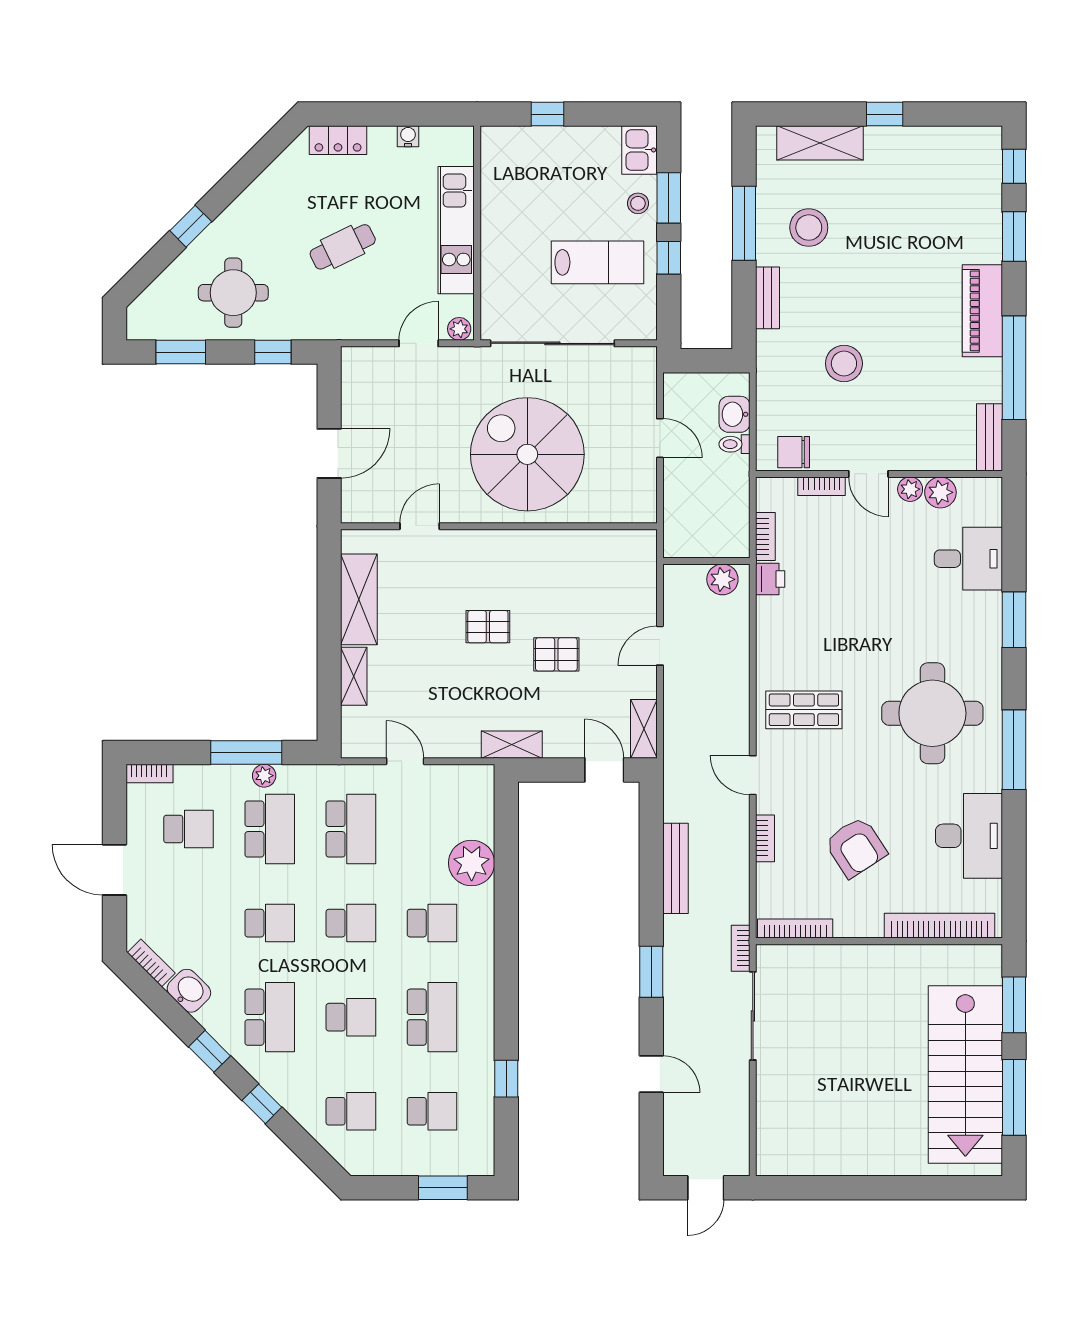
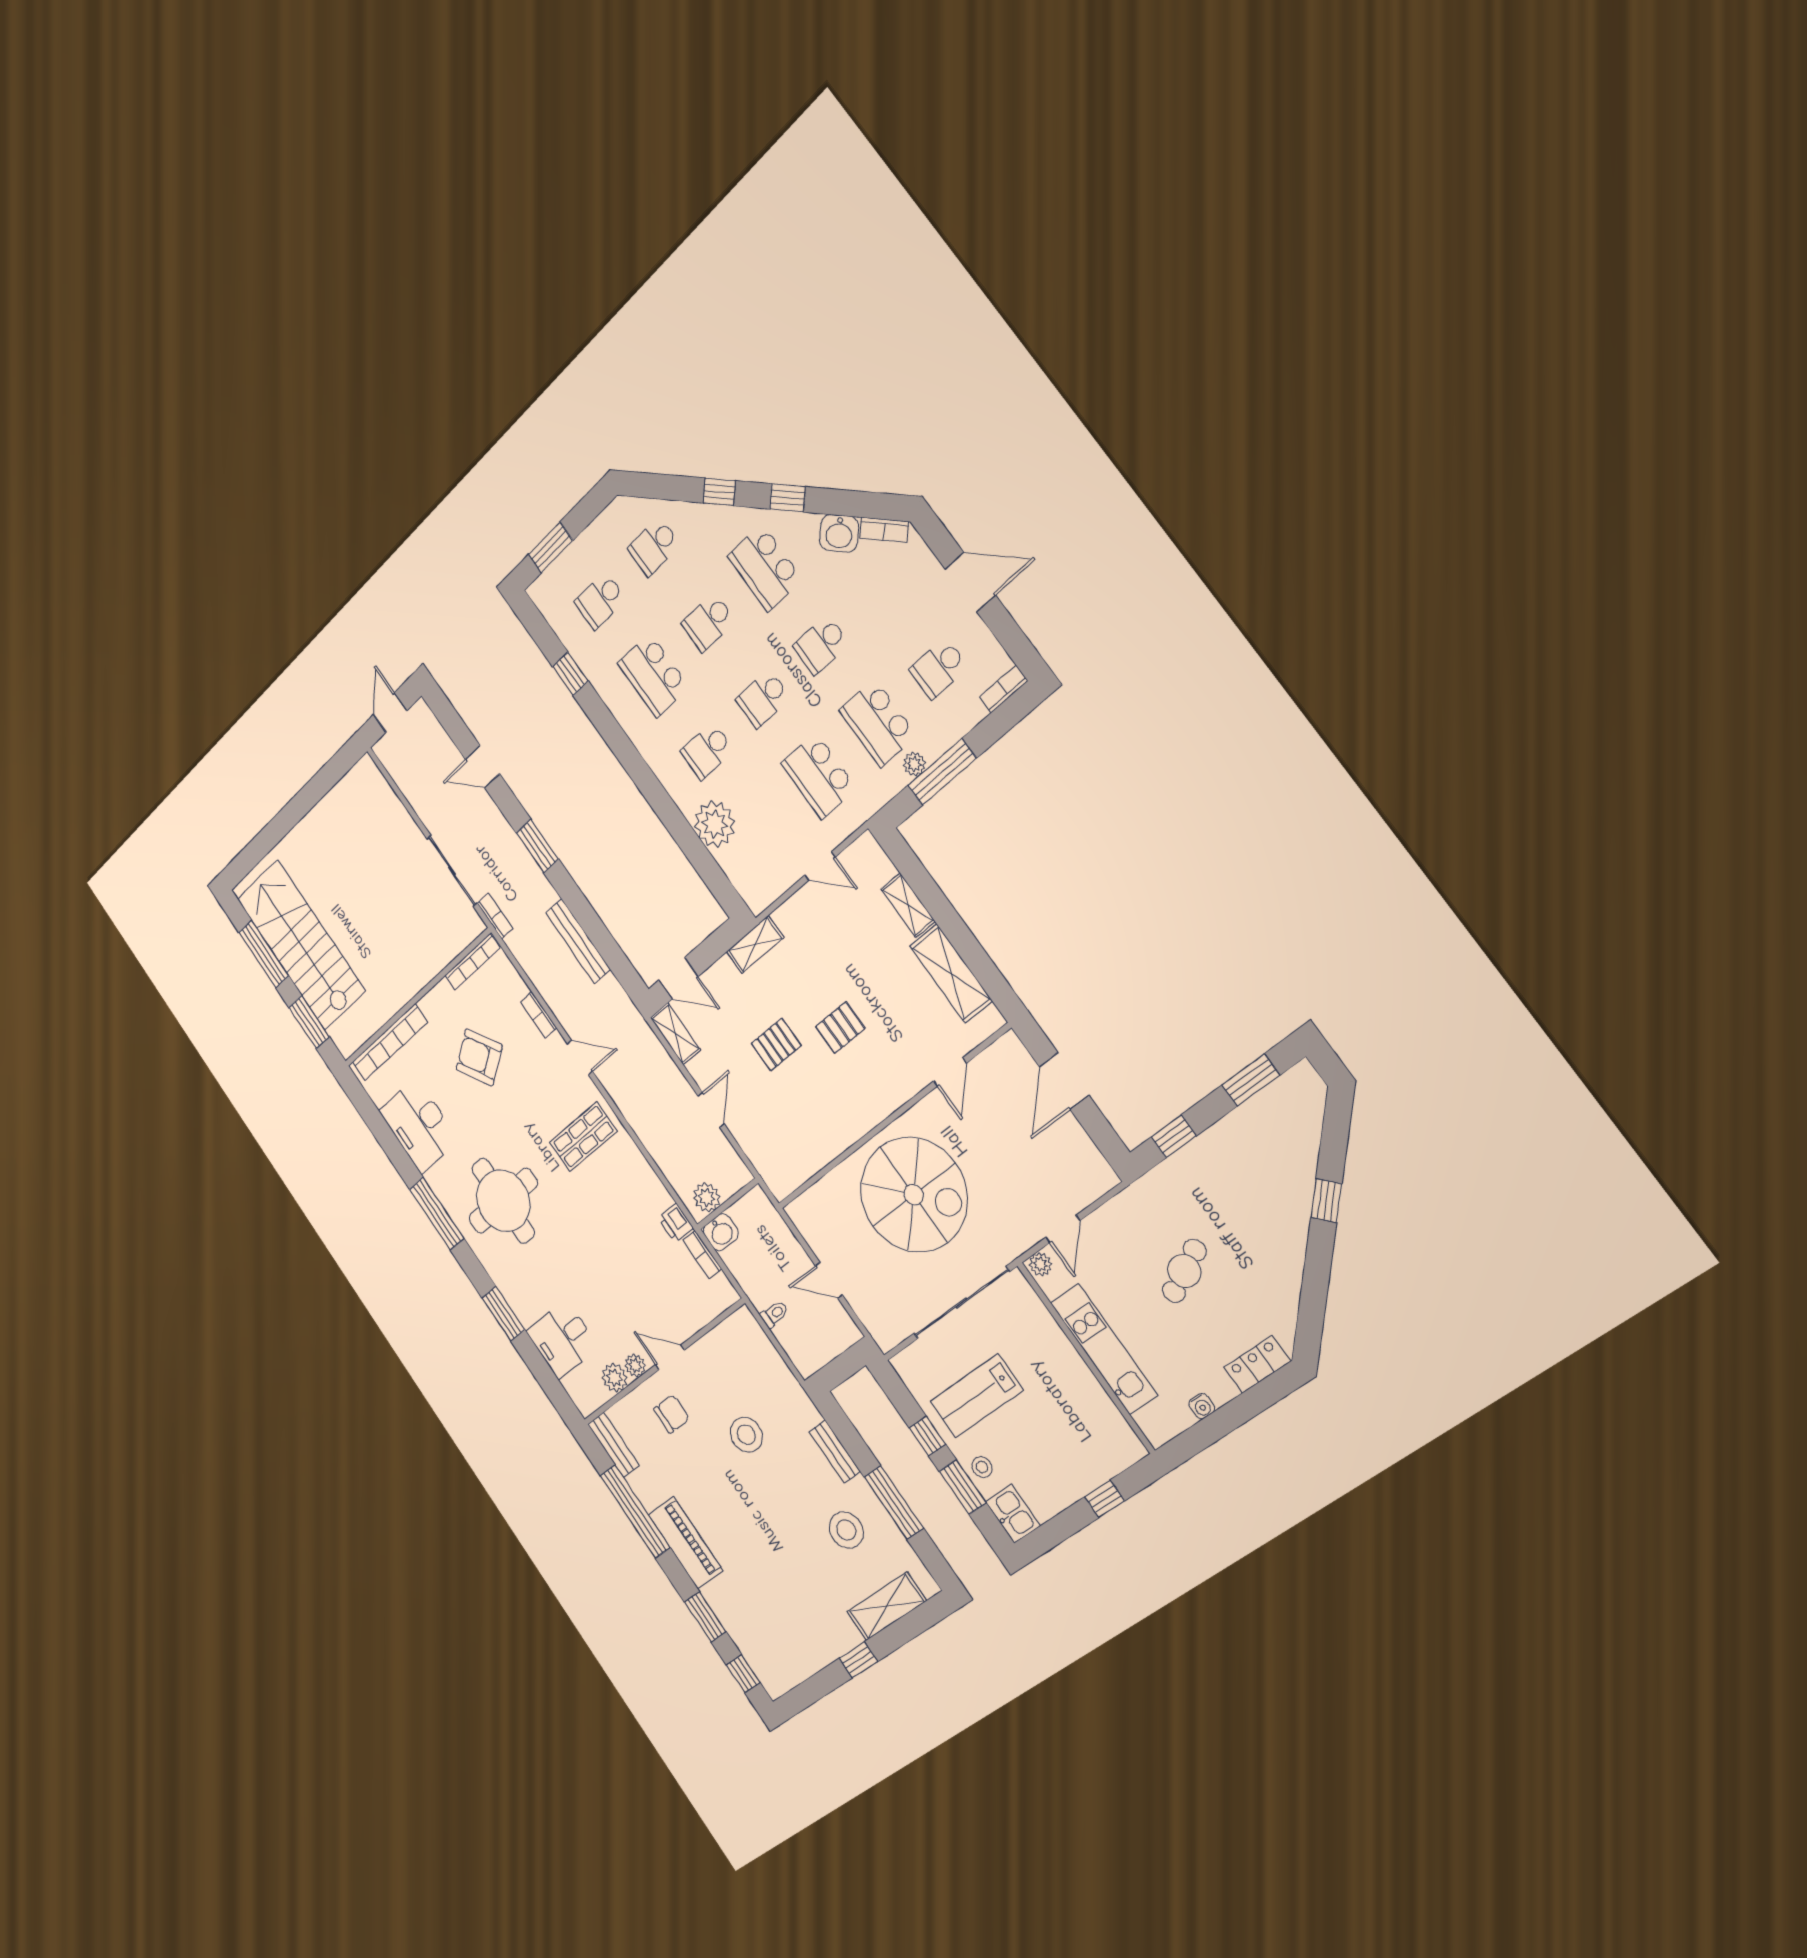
round table: (233, 293) -> (1245, 1166), removed
washbasin: (735, 414) -> (721, 1232), moved, turned 90
chair: (794, 452) -> (671, 1414), moved
bookcase: (822, 486) -> (693, 1324), removed

